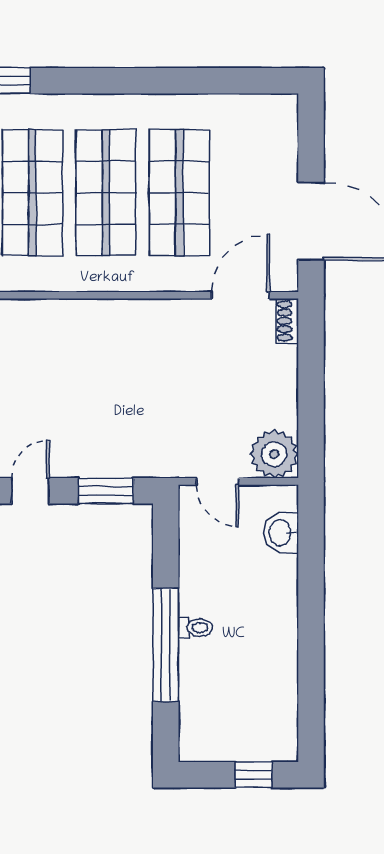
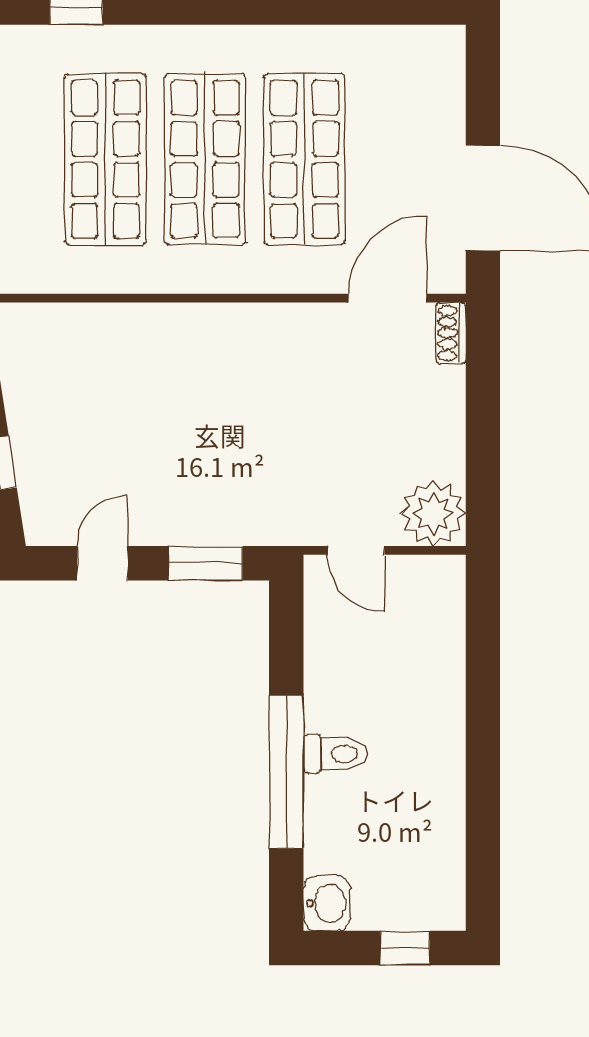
washbasin: (281, 533) -> (327, 903), moved, turned 180
toilet: (195, 628) -> (335, 754), width x1.37, depth x1.39

